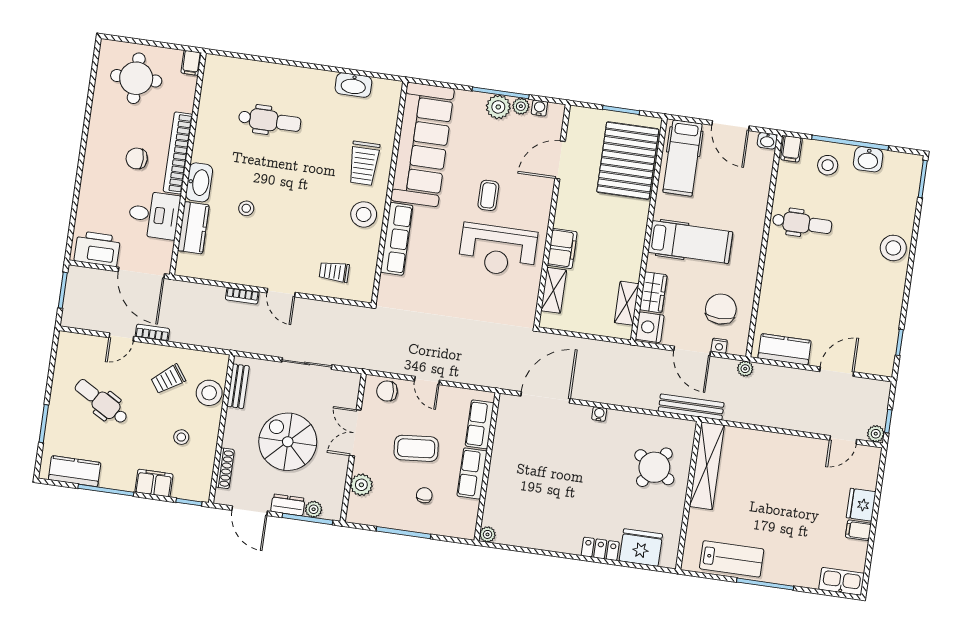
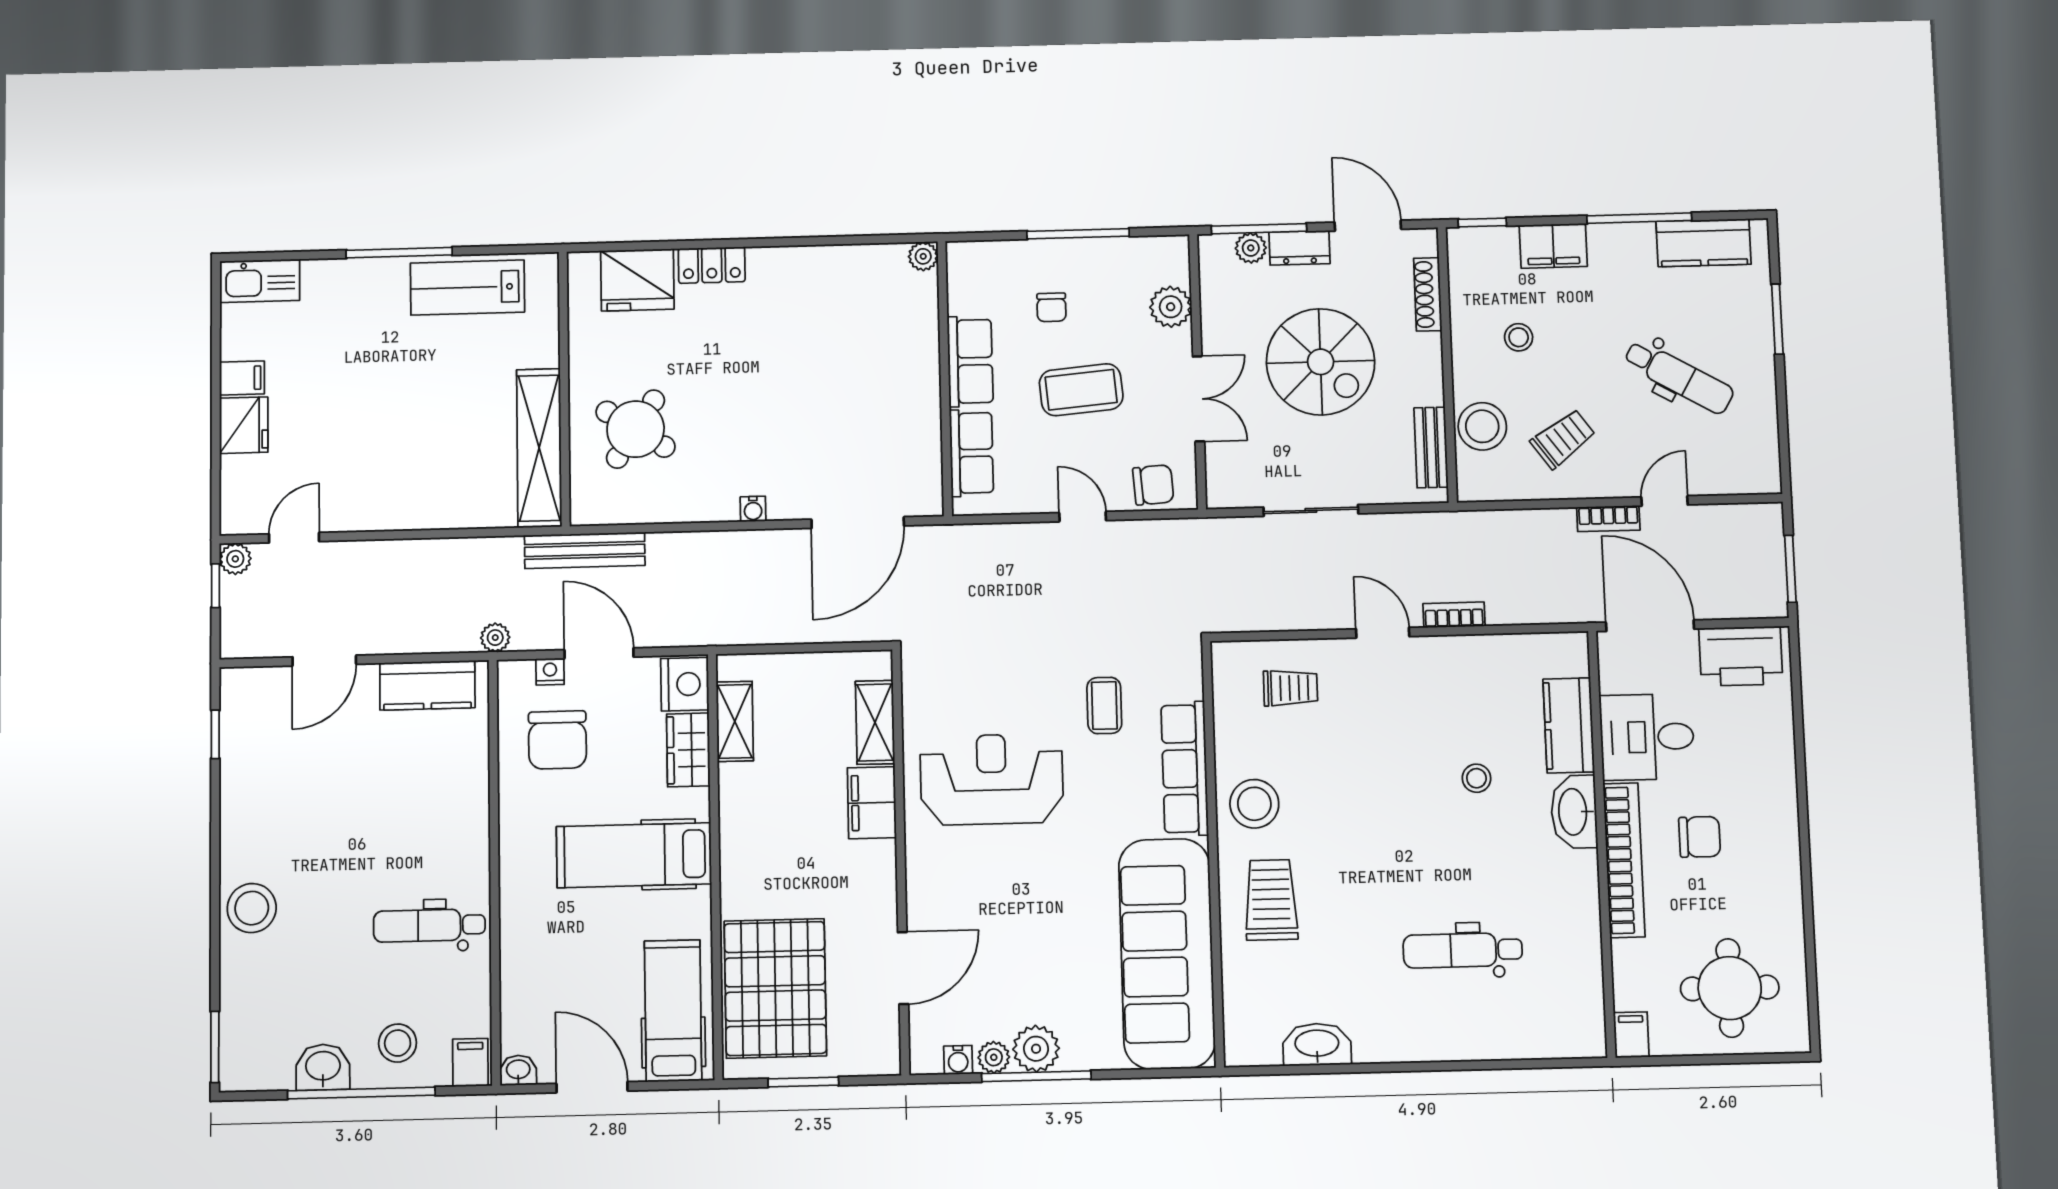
coffee table: (488, 195) -> (1104, 706), moved

